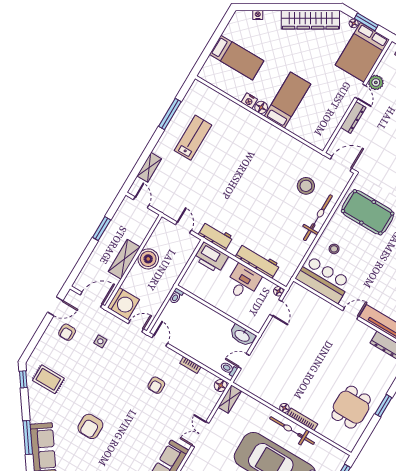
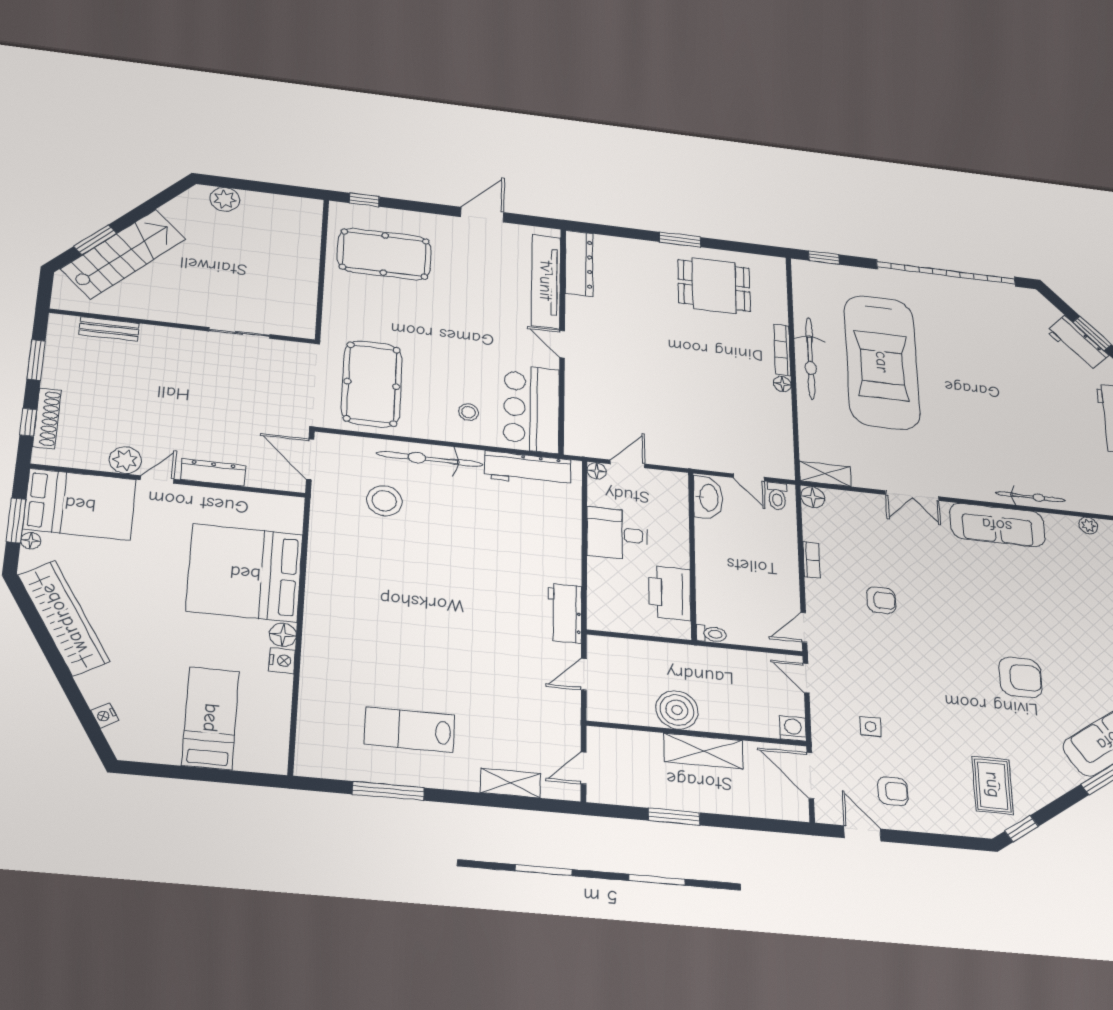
bed: (287, 100) -> (245, 573), width x2.04
printer: (211, 258) -> (670, 593), moved, turned 180
workbench: (258, 261) -> (528, 469), moved, turned -90
washing machine: (123, 304) -> (793, 728), width x0.53, depth x0.53

